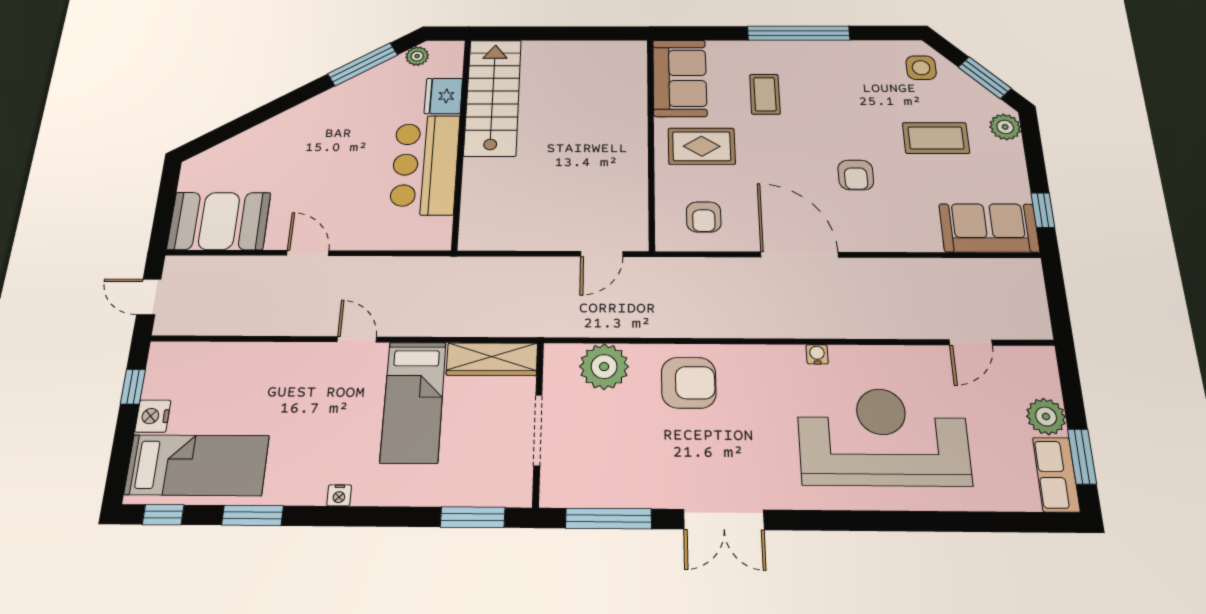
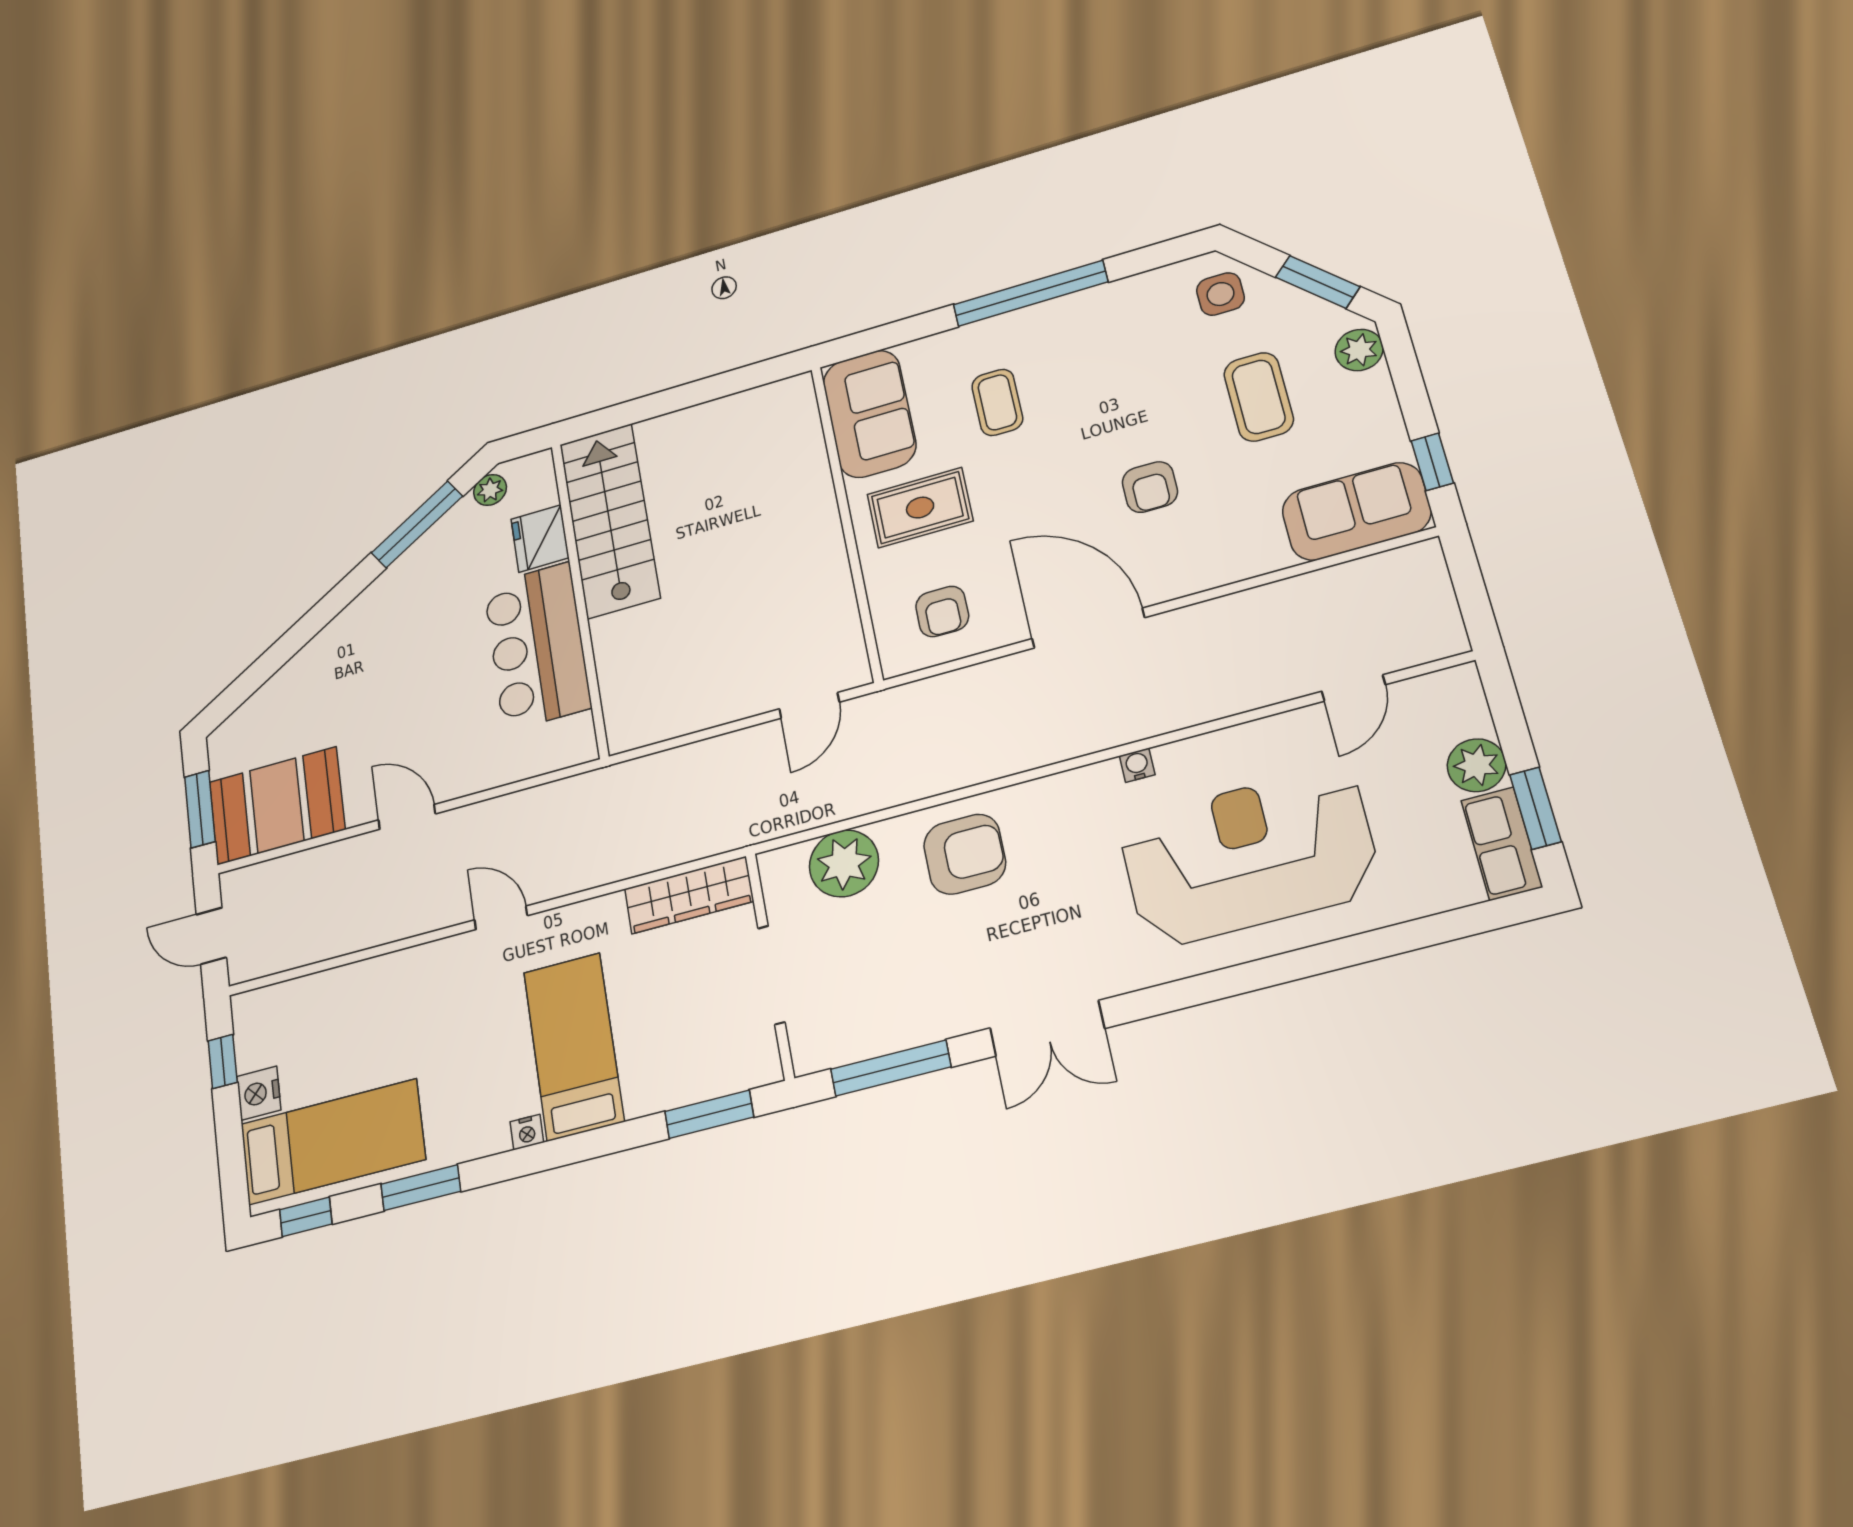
coffee table: (936, 138) -> (1259, 397), turned 90
window: (165, 209) -> (200, 809), added
bed: (413, 402) -> (574, 1046), moved, turned 180

